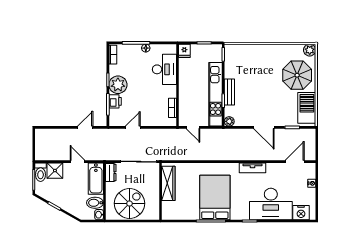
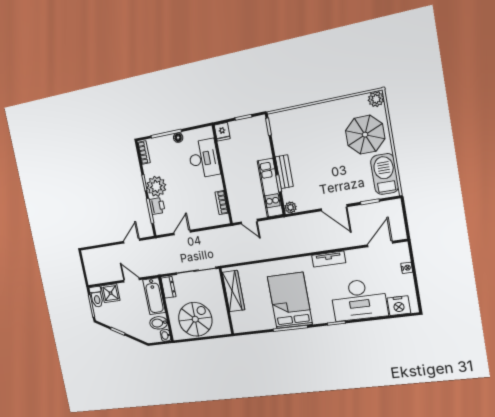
kitchen unit: (215, 94) -> (270, 188), width x0.73

